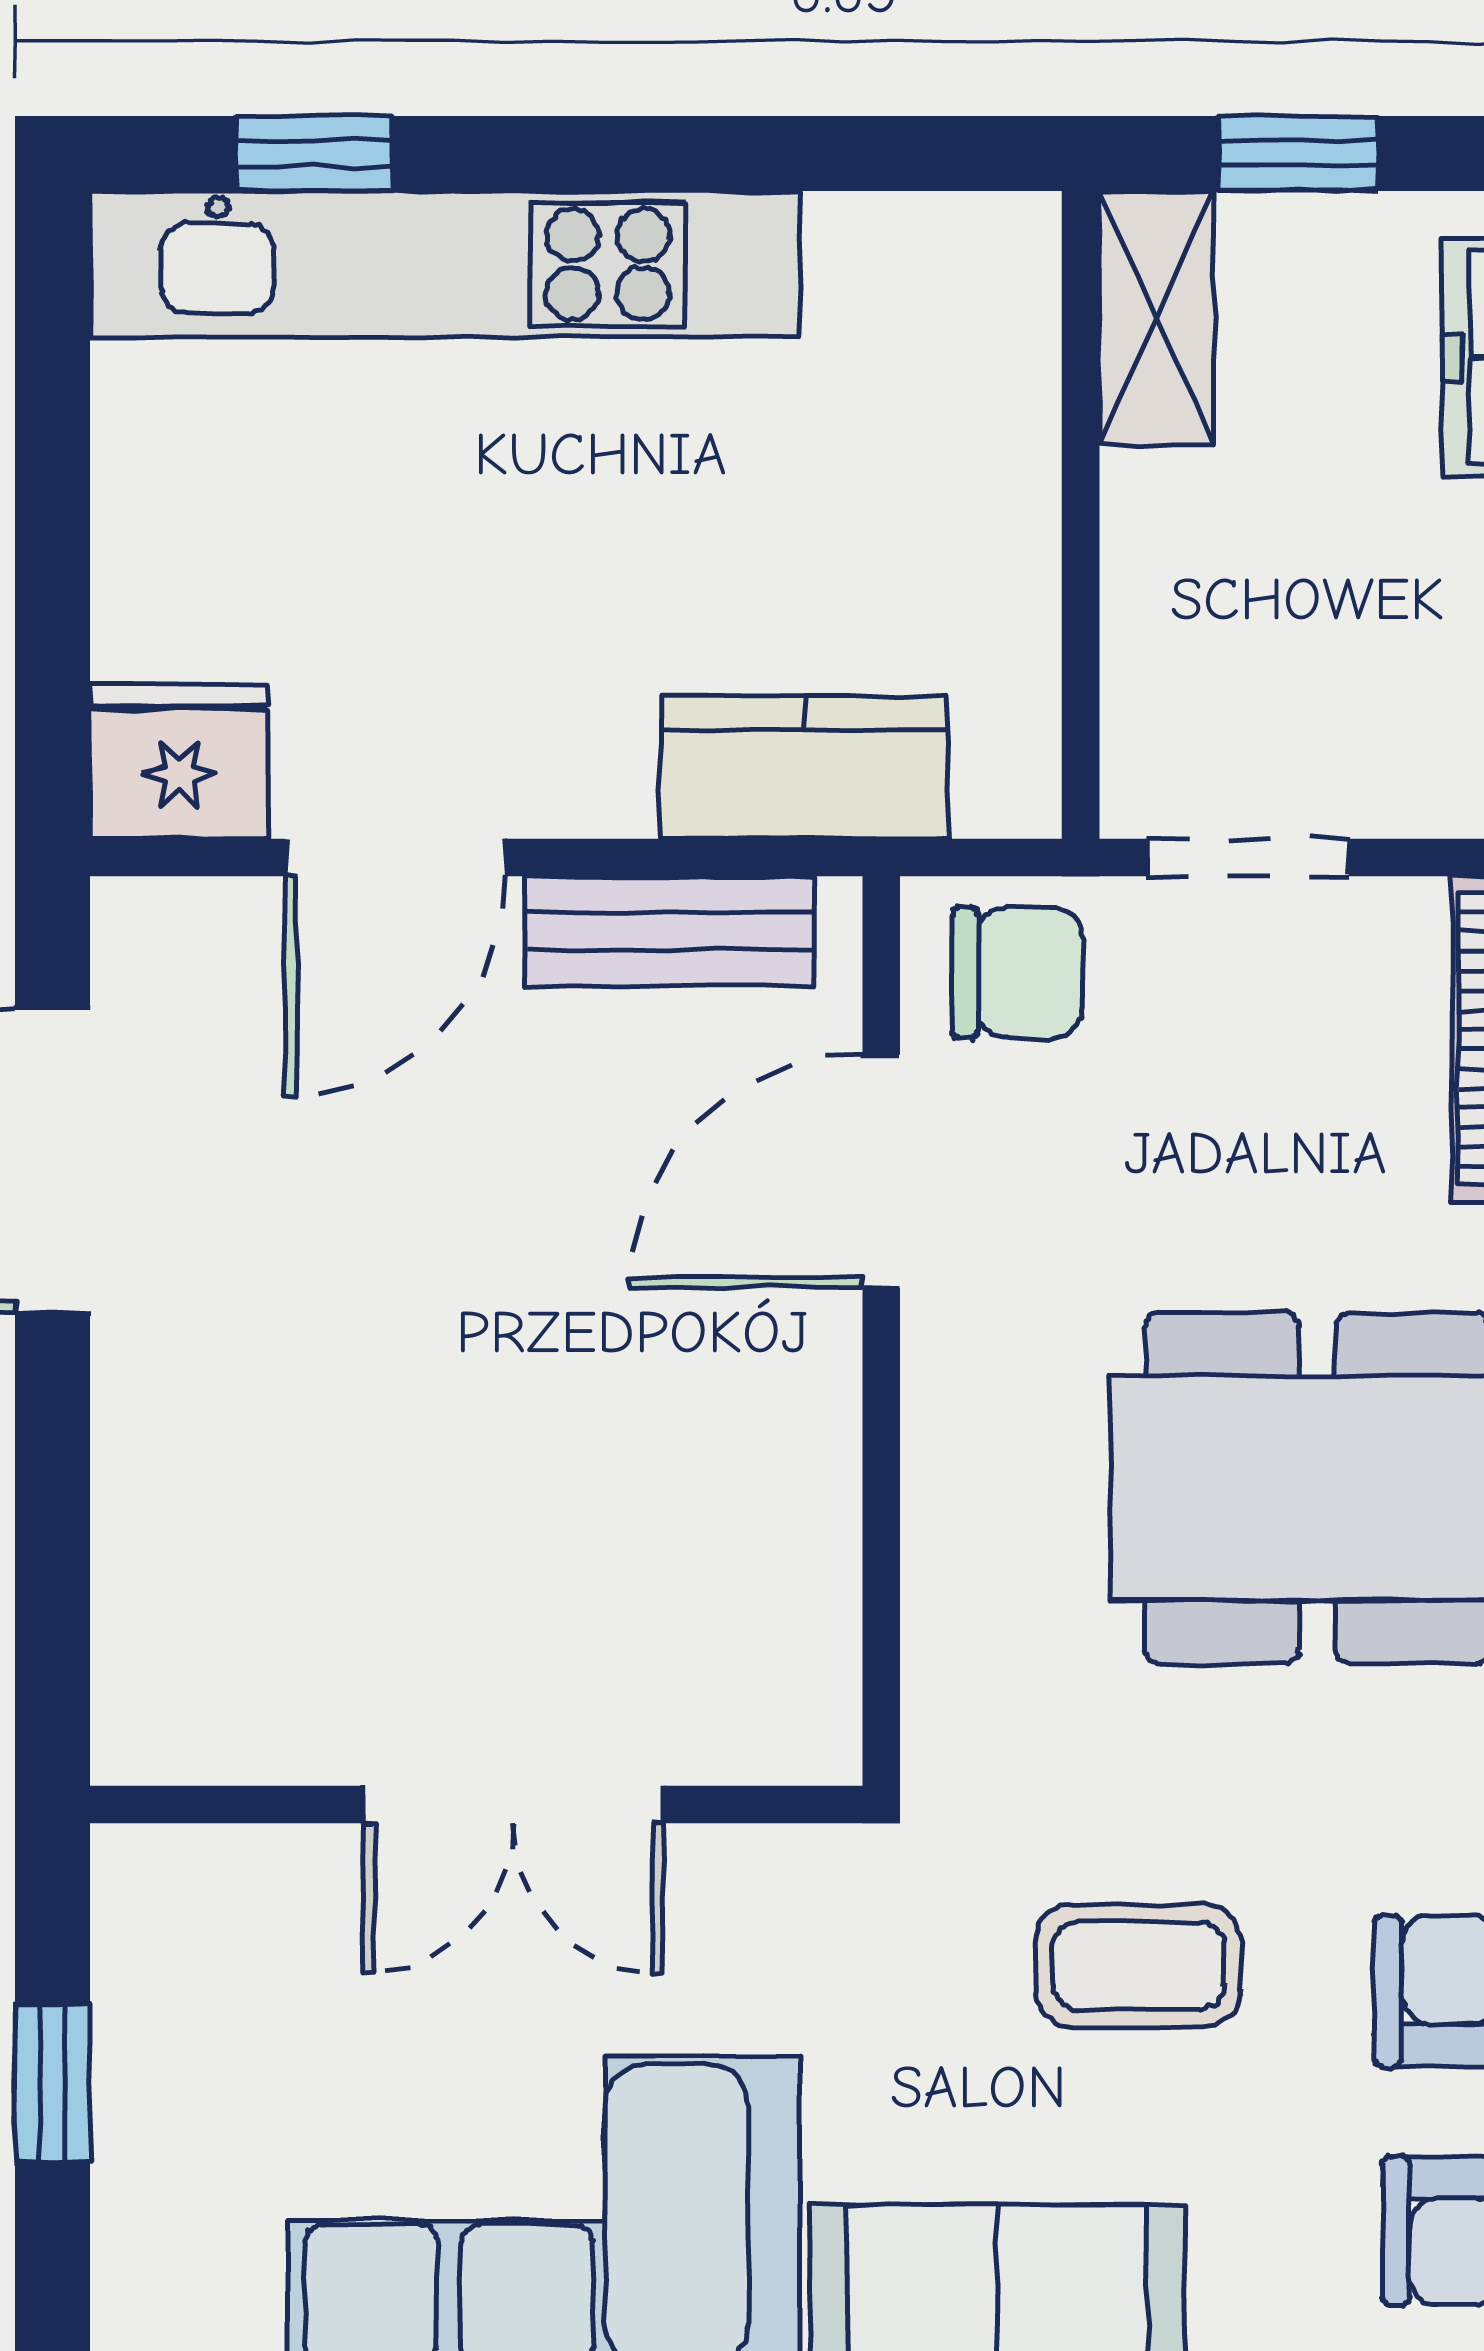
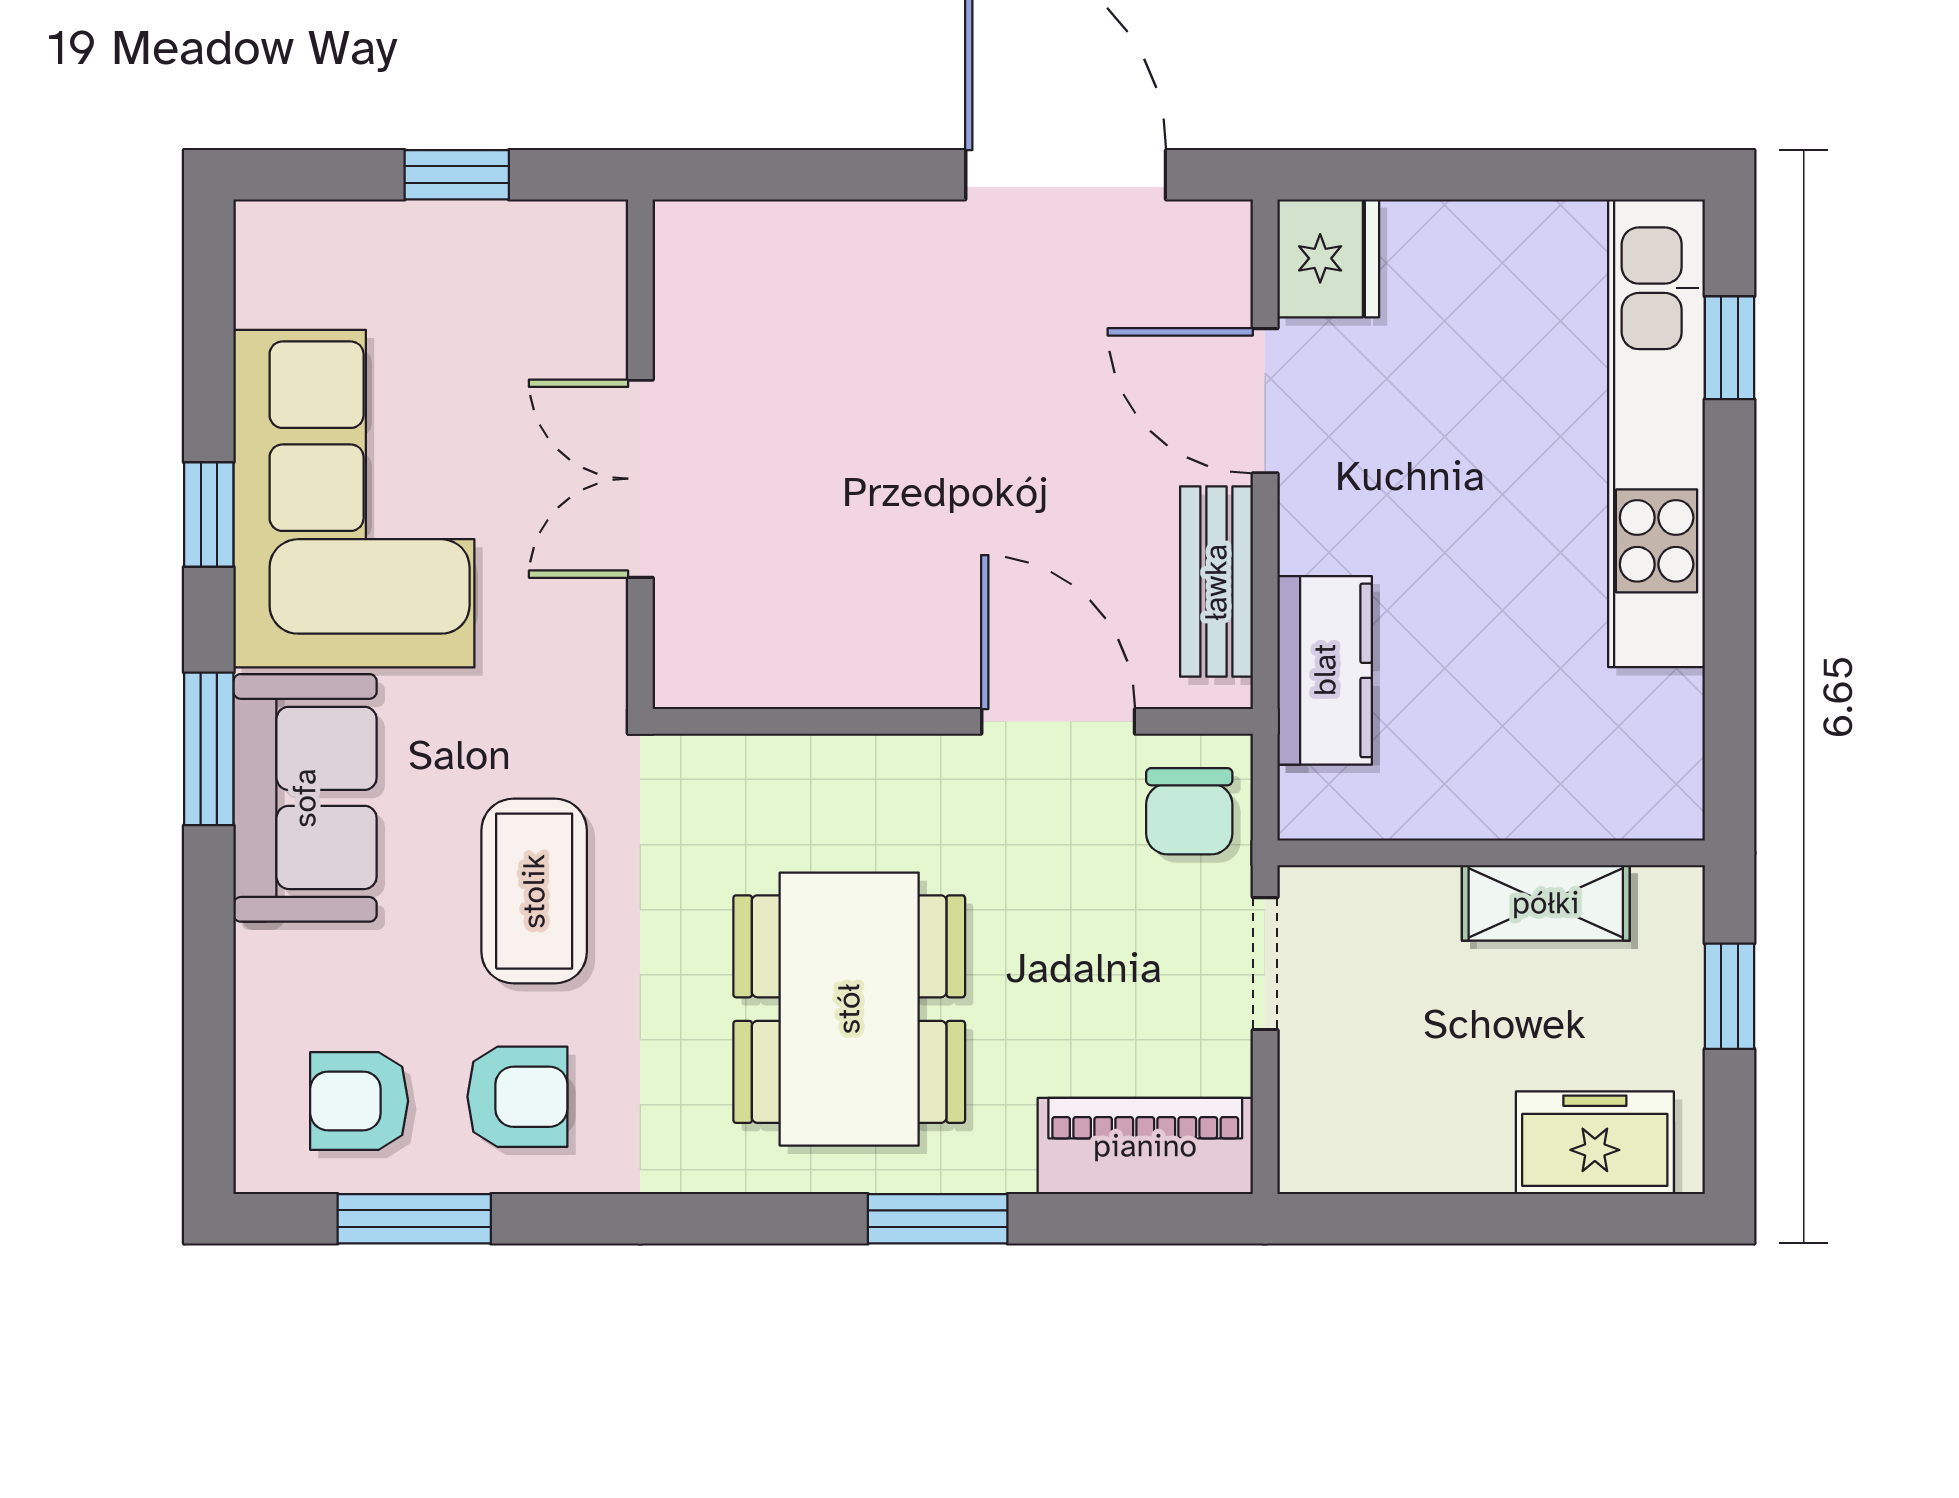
shelving: (1157, 318) -> (1546, 903), moved
coffee table: (1138, 1966) -> (534, 891), width x1.36, depth x1.30

